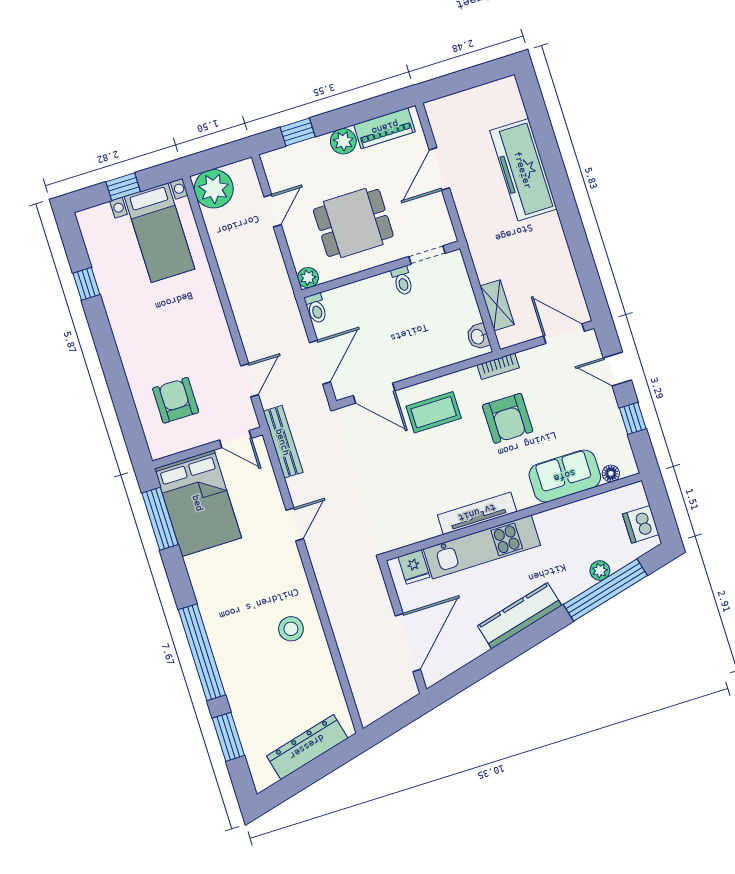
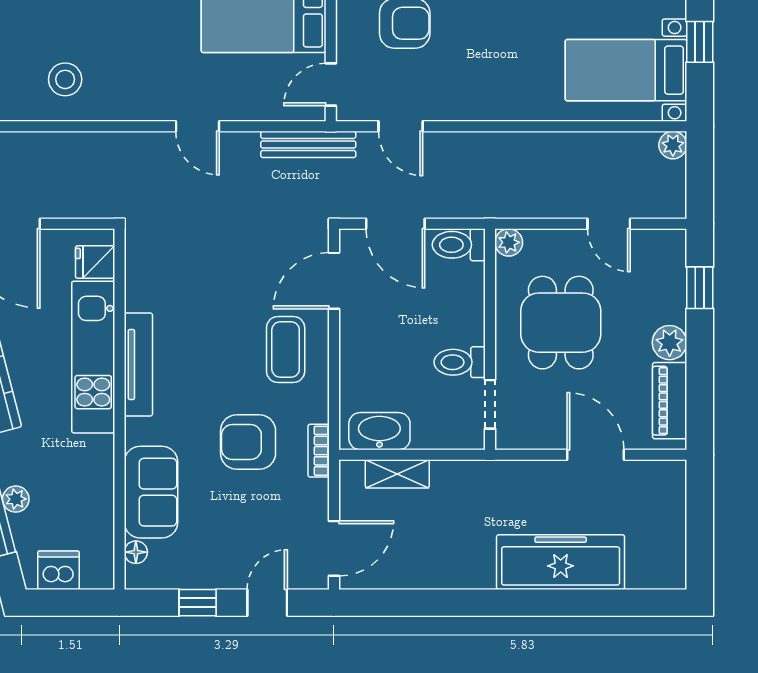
plant: (214, 189) -> (673, 145), width x0.53, depth x0.53
toilet: (402, 281) -> (460, 362), width x1.37, depth x1.39
toilet: (316, 308) -> (459, 245), width x1.37, depth x1.39
washbasin: (478, 337) -> (379, 431), width x1.91, depth x1.45

